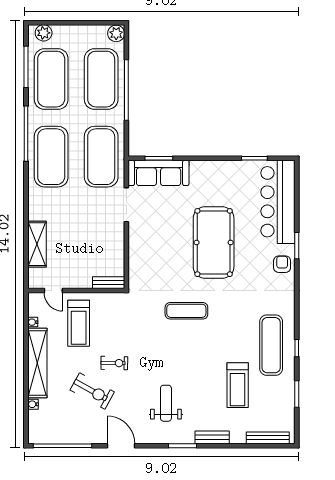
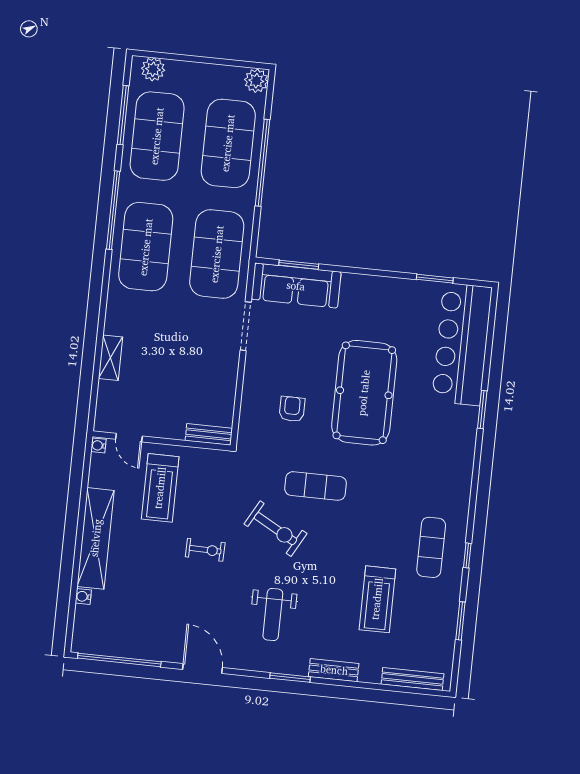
shelving: (37, 244) -> (110, 358), width x0.67, depth x0.75
armchair: (282, 264) -> (292, 409), moved
water cooler: (33, 322) -> (98, 445), moved
exercise mat: (271, 345) -> (431, 547), width x0.73, depth x0.69
exercise bike: (92, 391) -> (276, 529), moved
weight bench: (166, 403) -> (273, 615), turned 180

